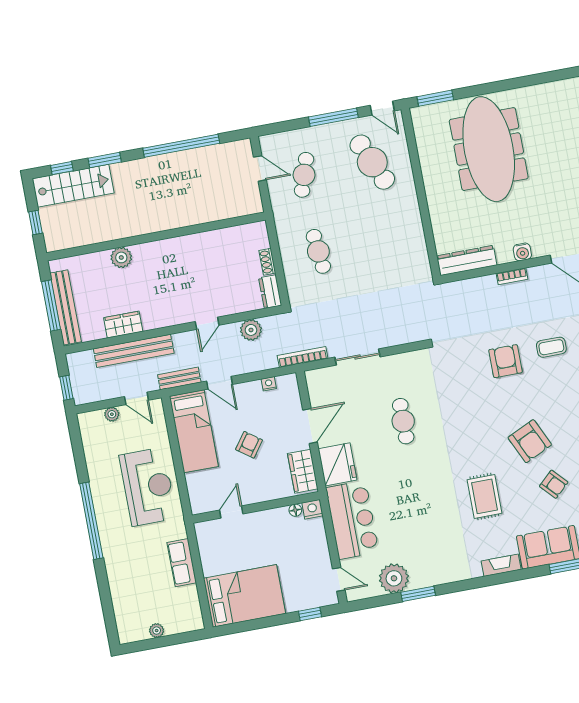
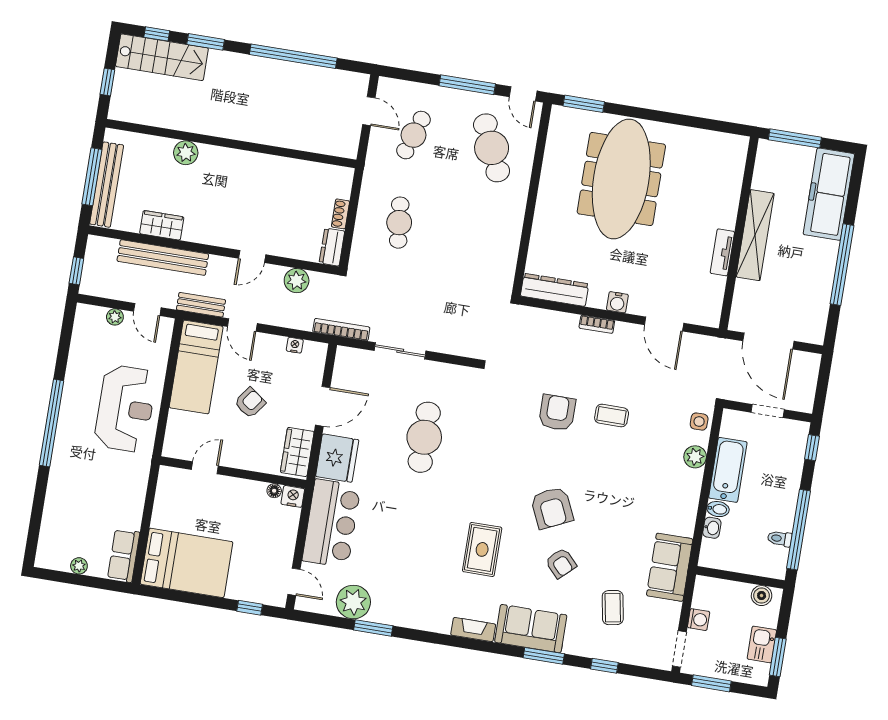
cafe table: (403, 421) -> (424, 437), width x1.37, depth x1.35
row of seats: (182, 563) -> (124, 555), moved

